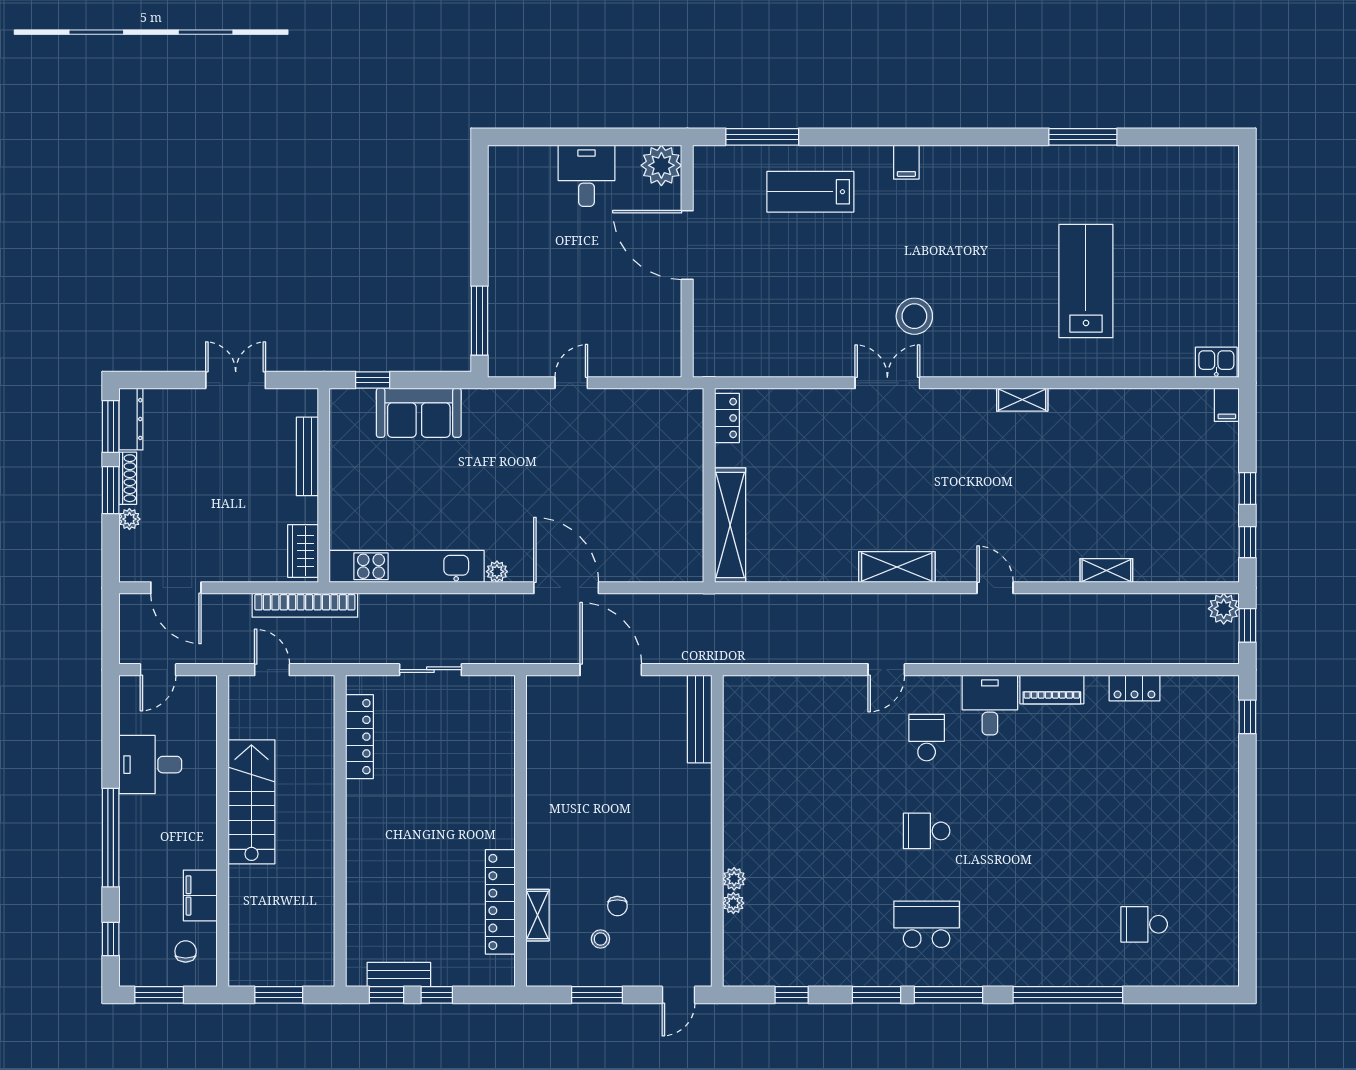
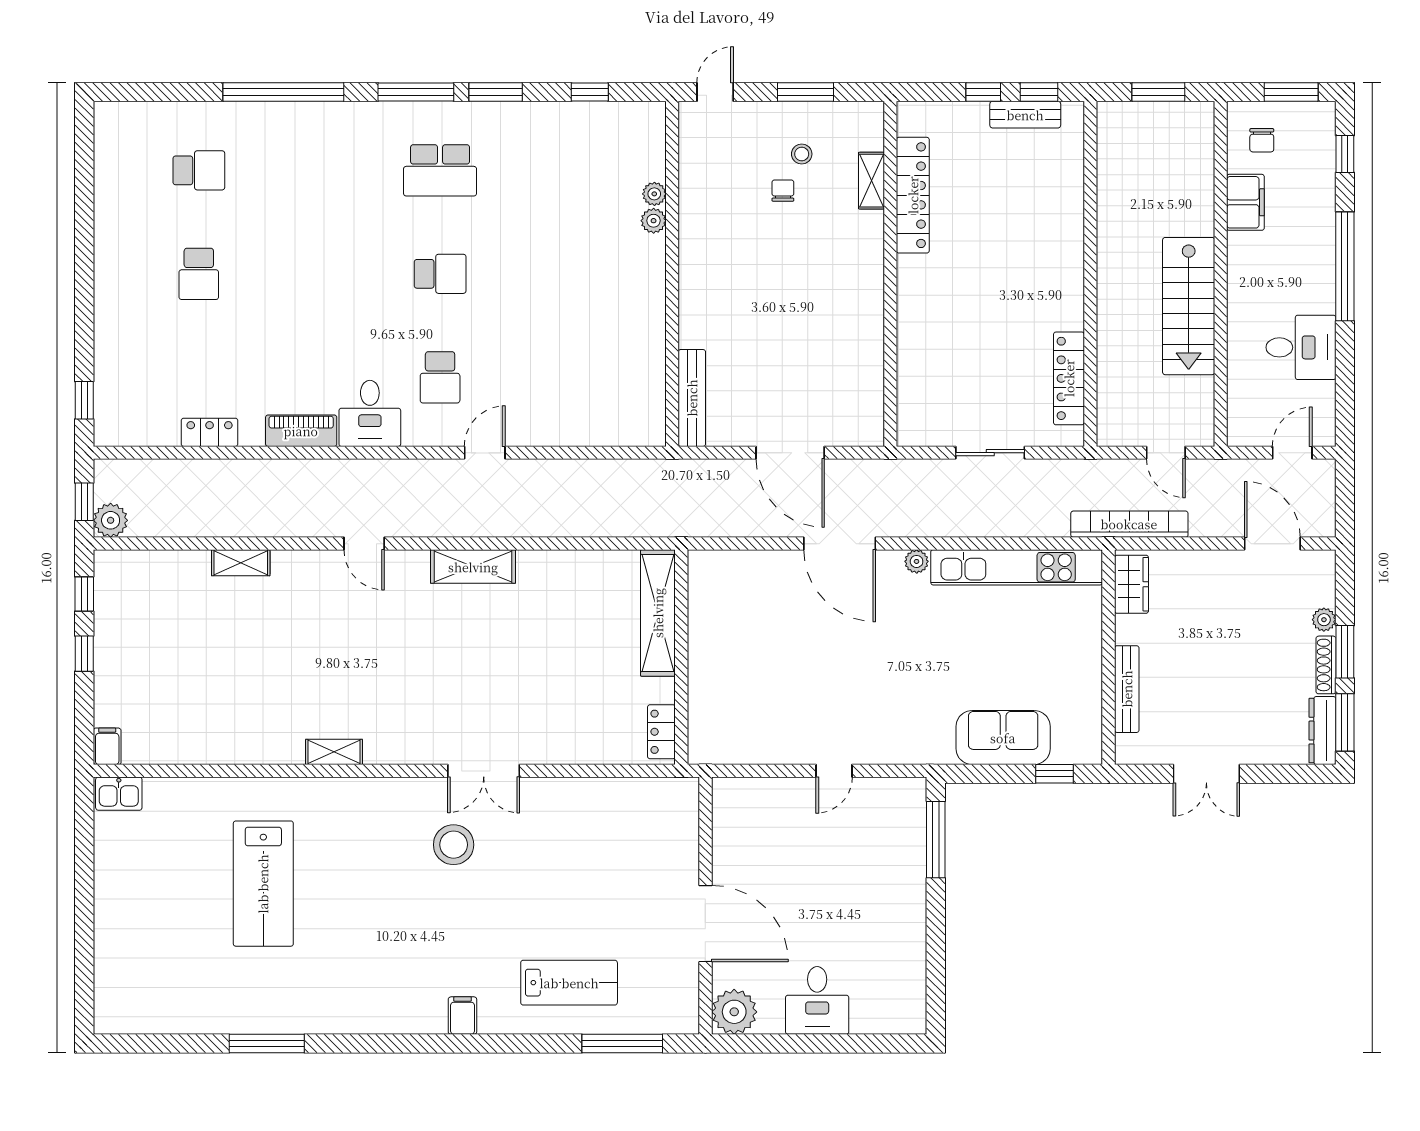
school desk: (1144, 831) -> (199, 274), added

